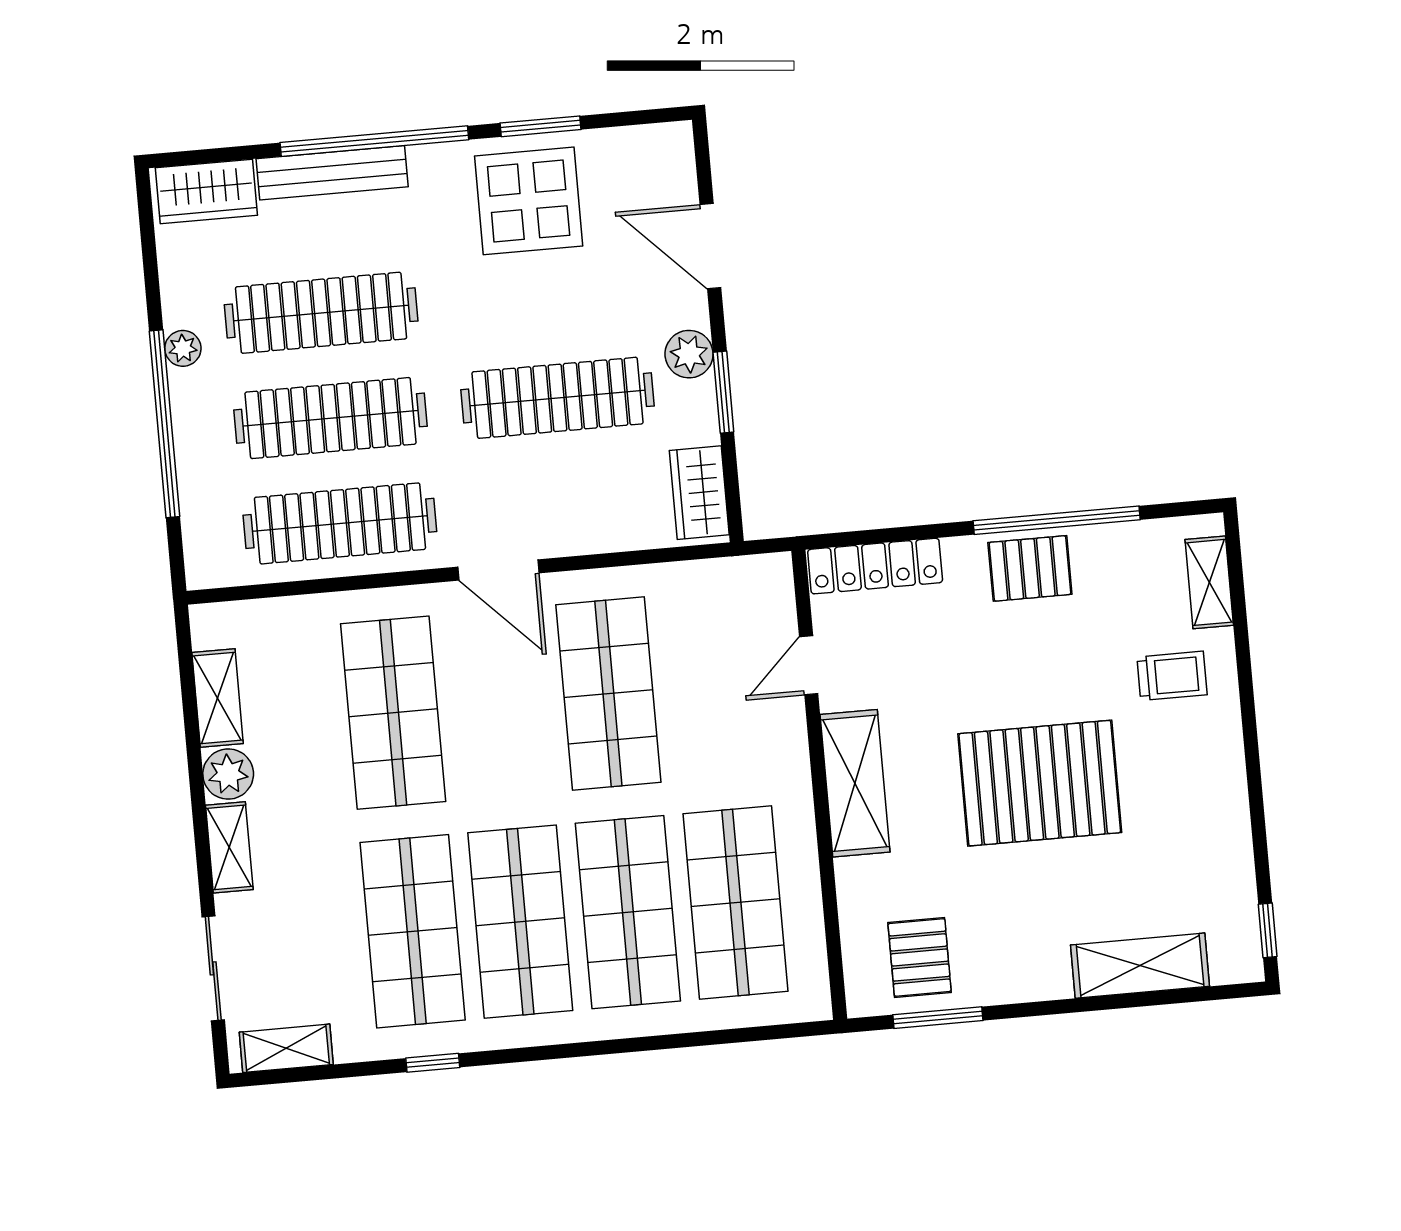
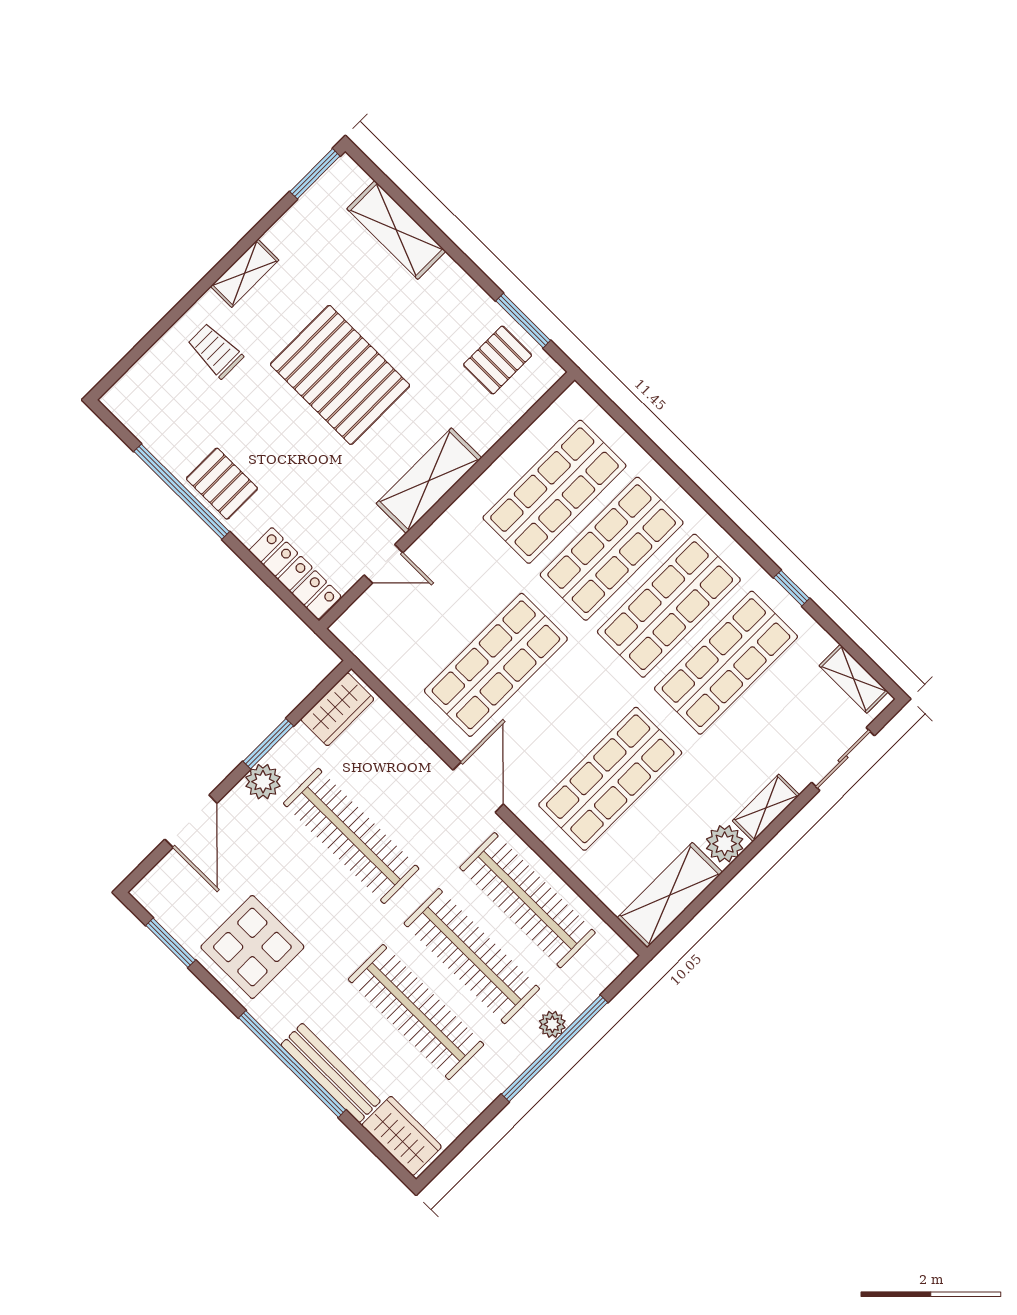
window: (540, 126) -> (171, 943), moved
plant: (183, 348) -> (552, 1024), moved
shelving: (1209, 582) -> (245, 273), moved
shelving: (218, 698) -> (670, 895), width x1.50, depth x1.33
window: (1268, 930) -> (315, 174), width x1.50

